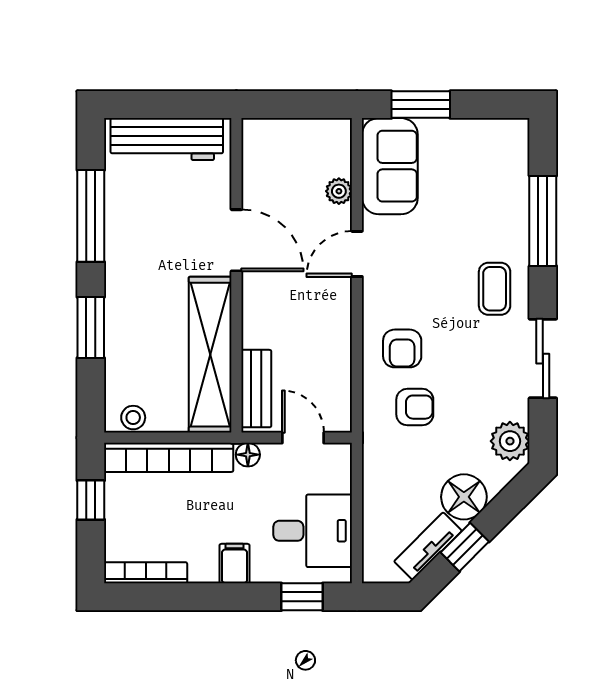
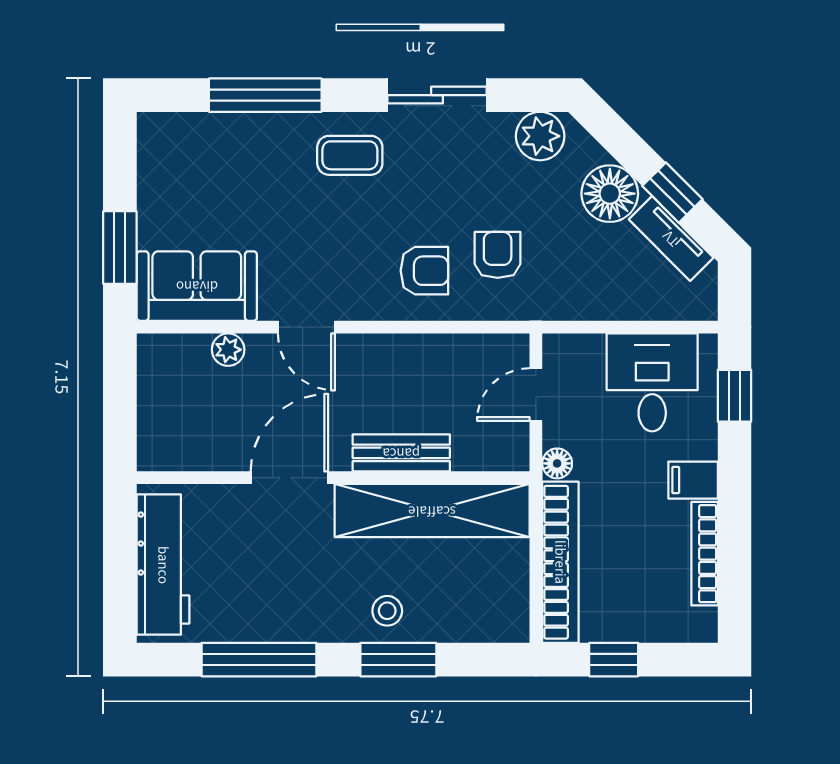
bench: (256, 389) -> (401, 453), moved
stool: (133, 418) -> (387, 611), moved
bookcase: (146, 573) -> (705, 554), moved

